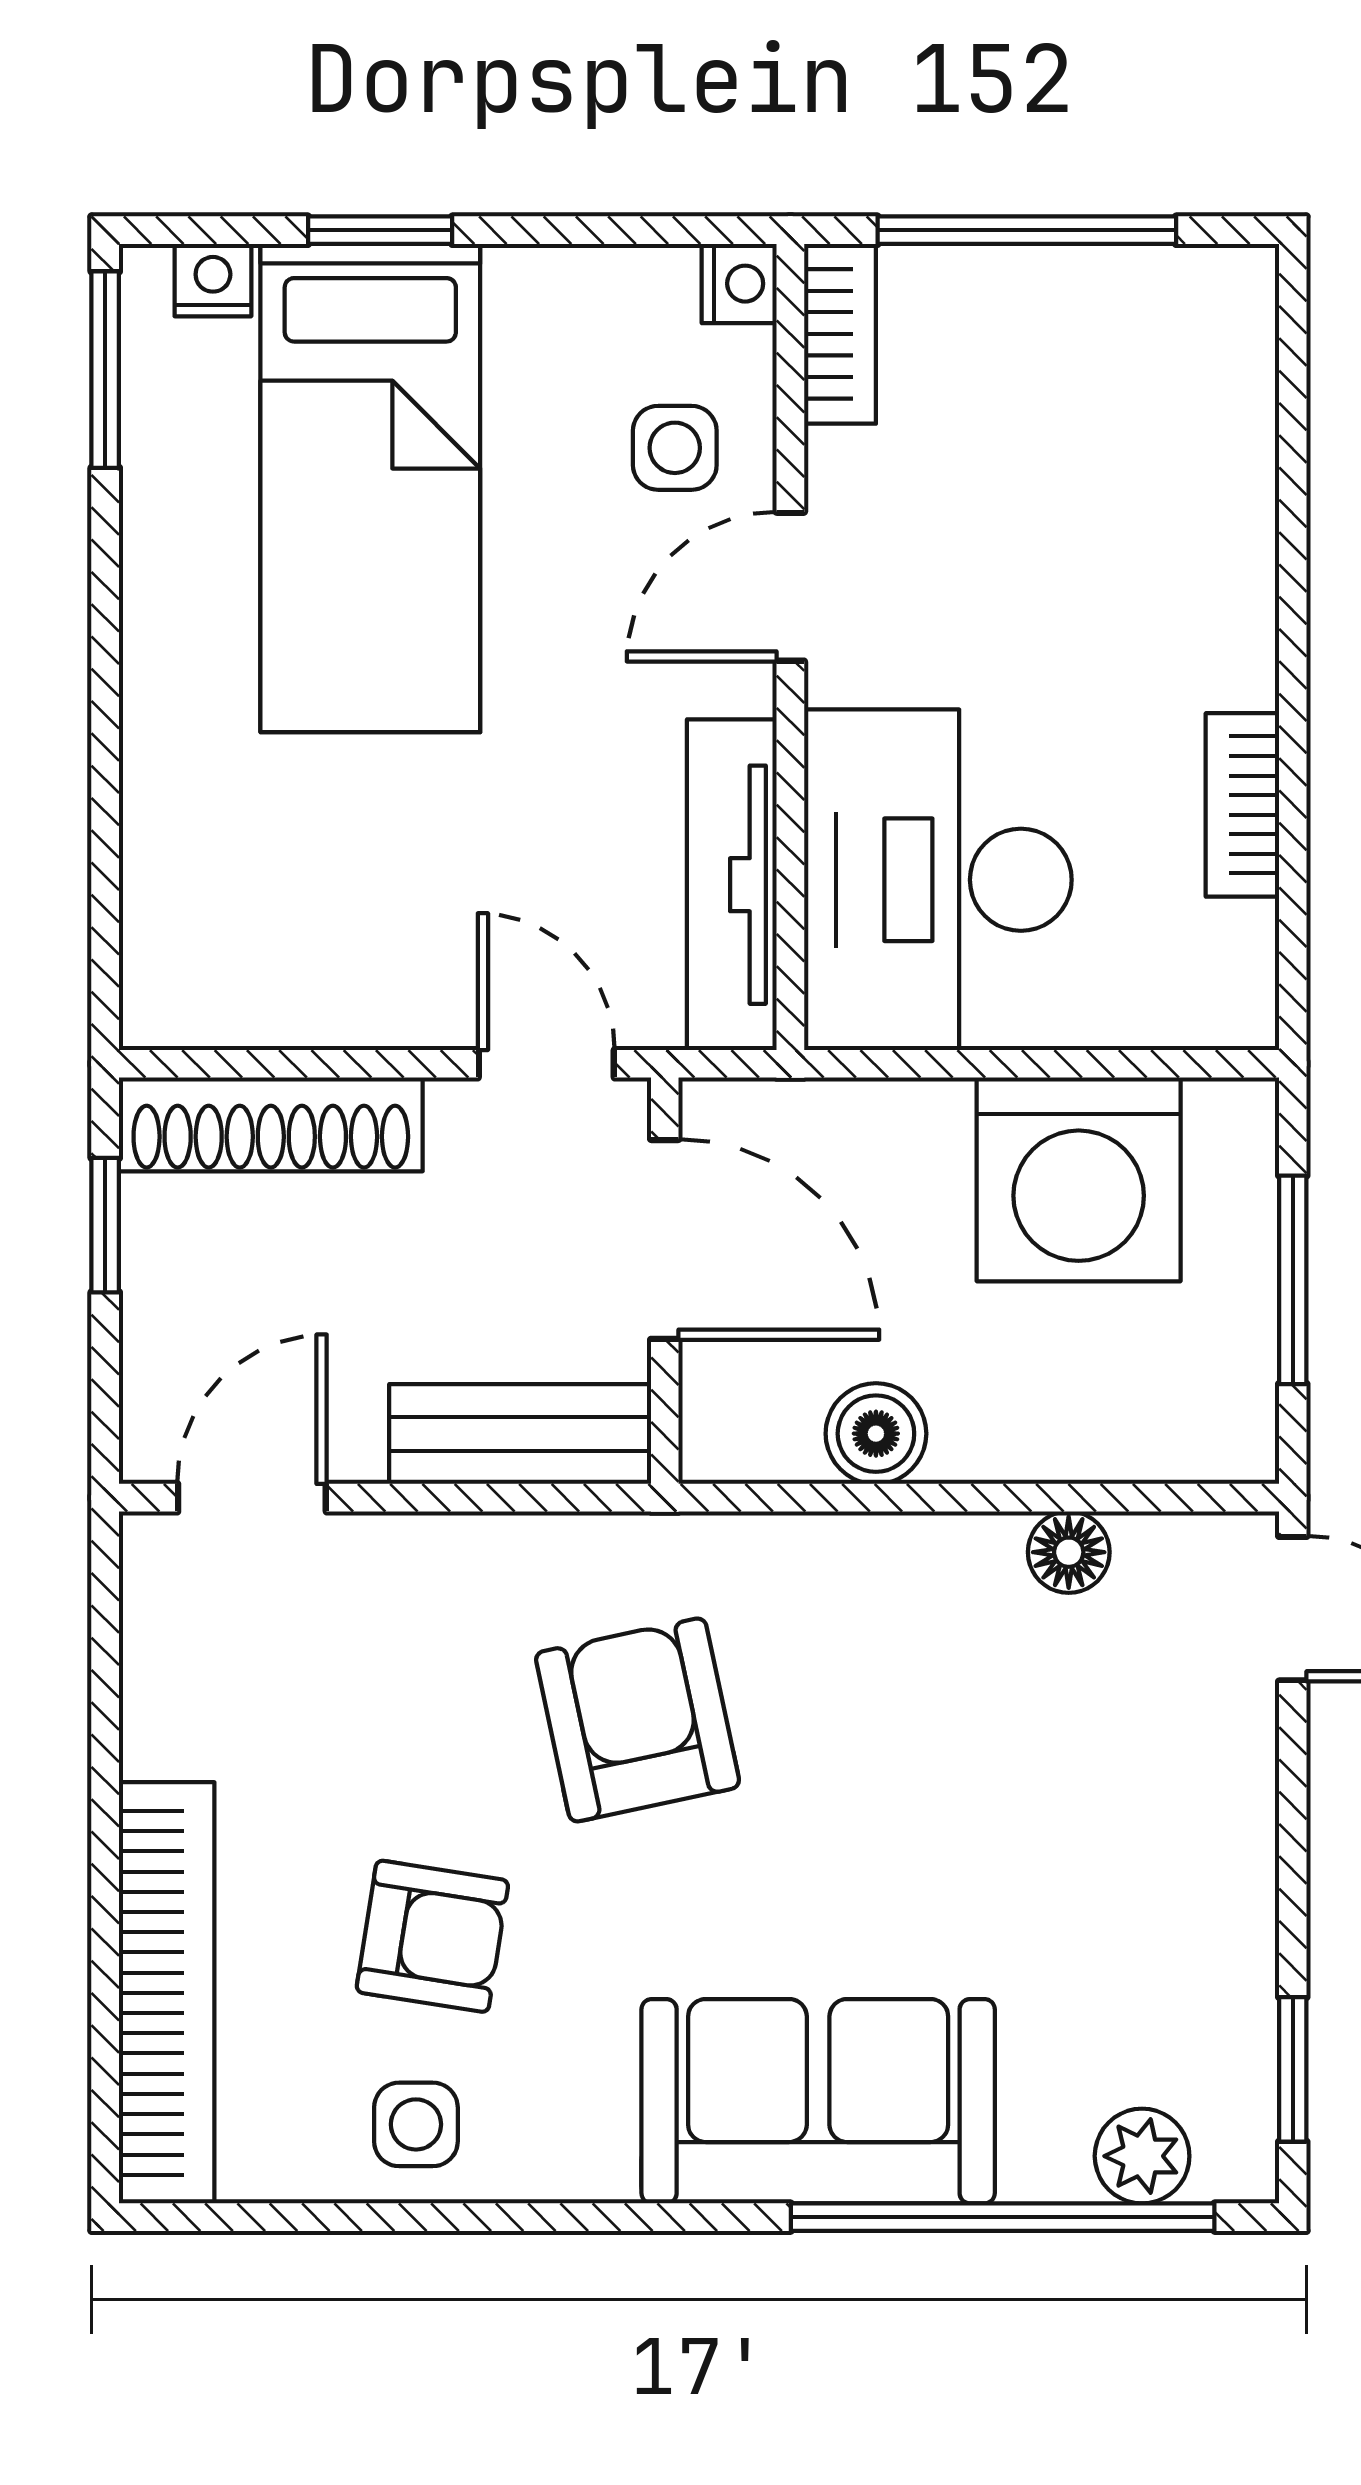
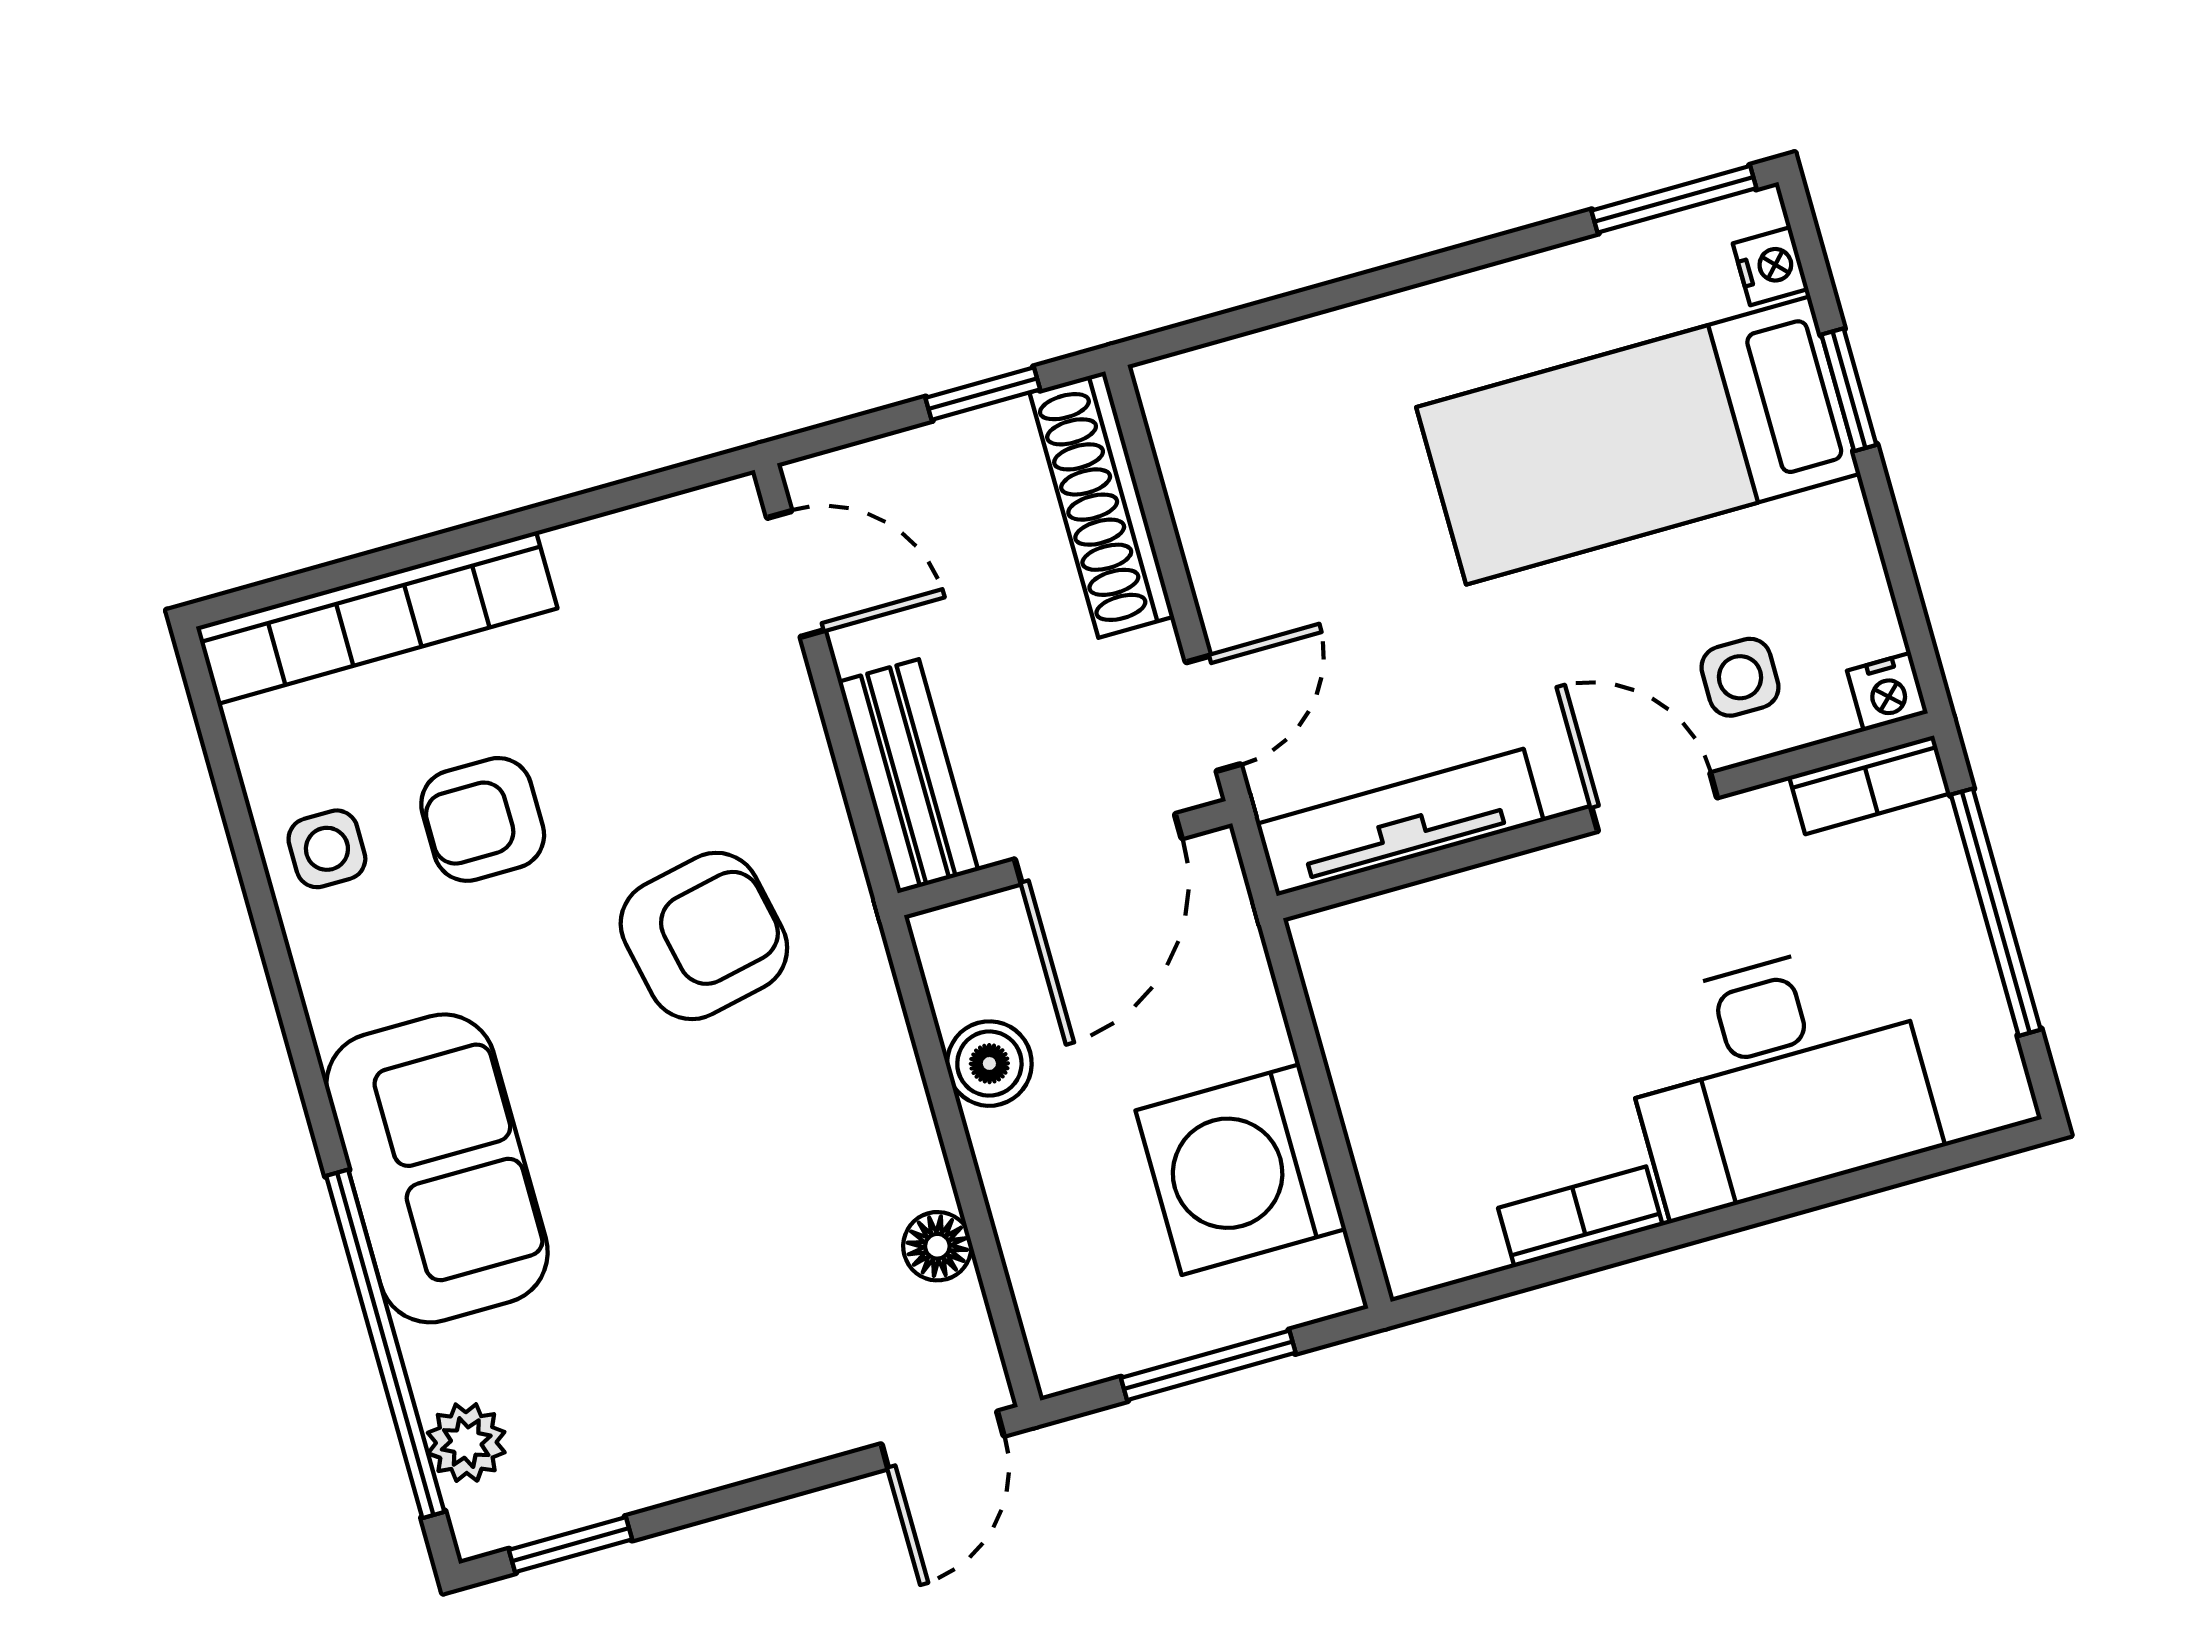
desk: (938, 880) -> (1777, 1077), moved, turned 180
armchair: (432, 1936) -> (483, 819), turned 81

